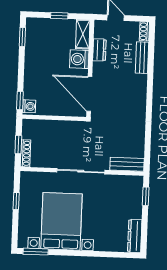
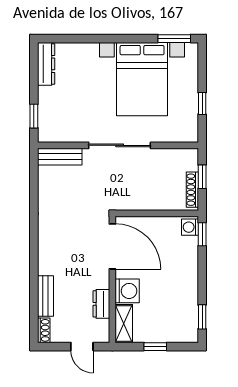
shoe rack: (25, 153) -> (192, 190), moved

